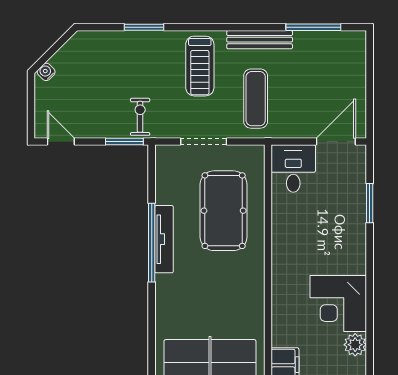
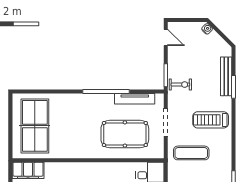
bench: (260, 40) -> (226, 76), moved
door: (61, 142) -> (166, 38), hinge flipped
tv unit: (164, 239) -> (135, 99), moved

